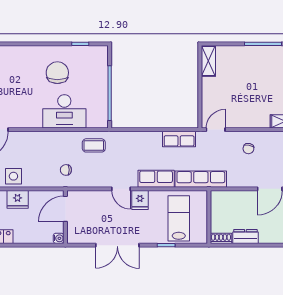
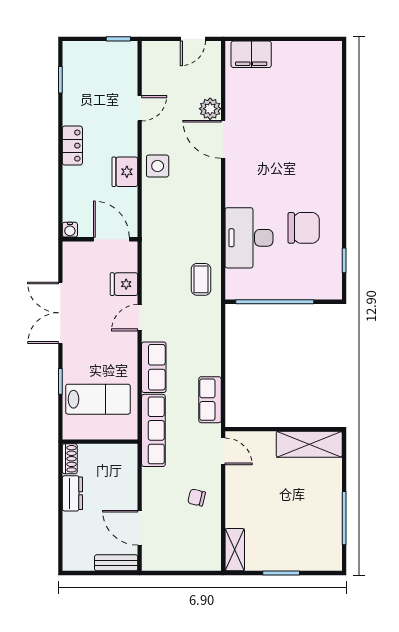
shelving: (208, 61) -> (309, 444), width x1.50, depth x1.33
chair: (66, 170) -> (166, 240), removed
fridge: (140, 200) -> (124, 284), moved

